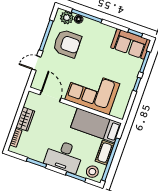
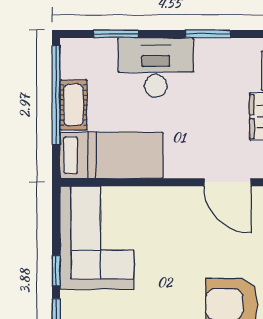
corner sofa: (92, 92) -> (97, 238), moved, turned -90
stool: (92, 172) -> (85, 56), removed

